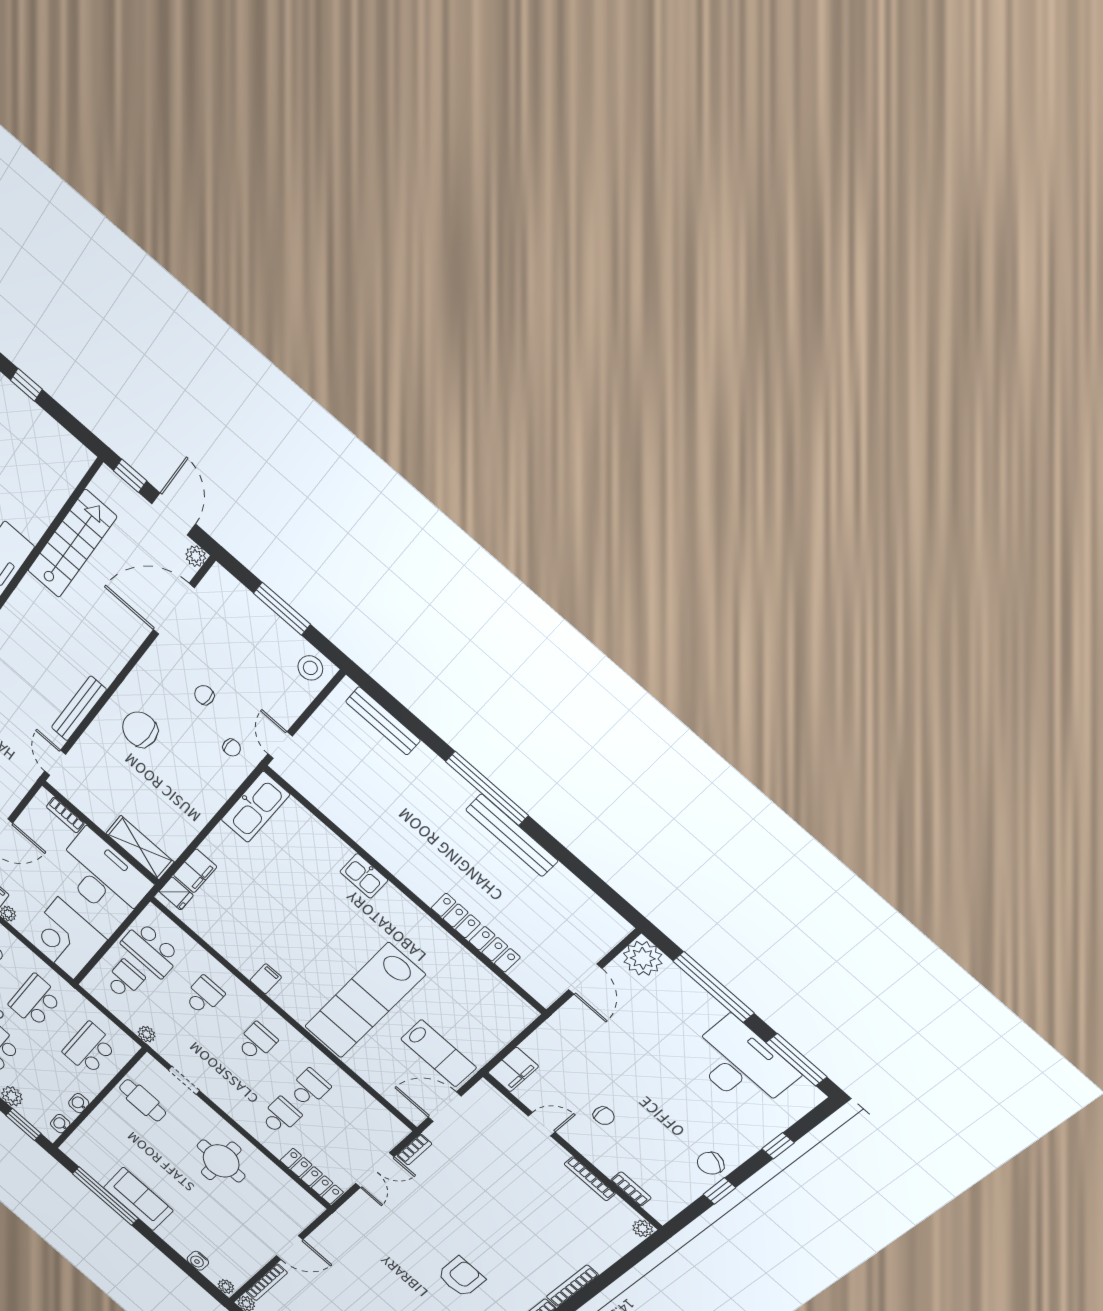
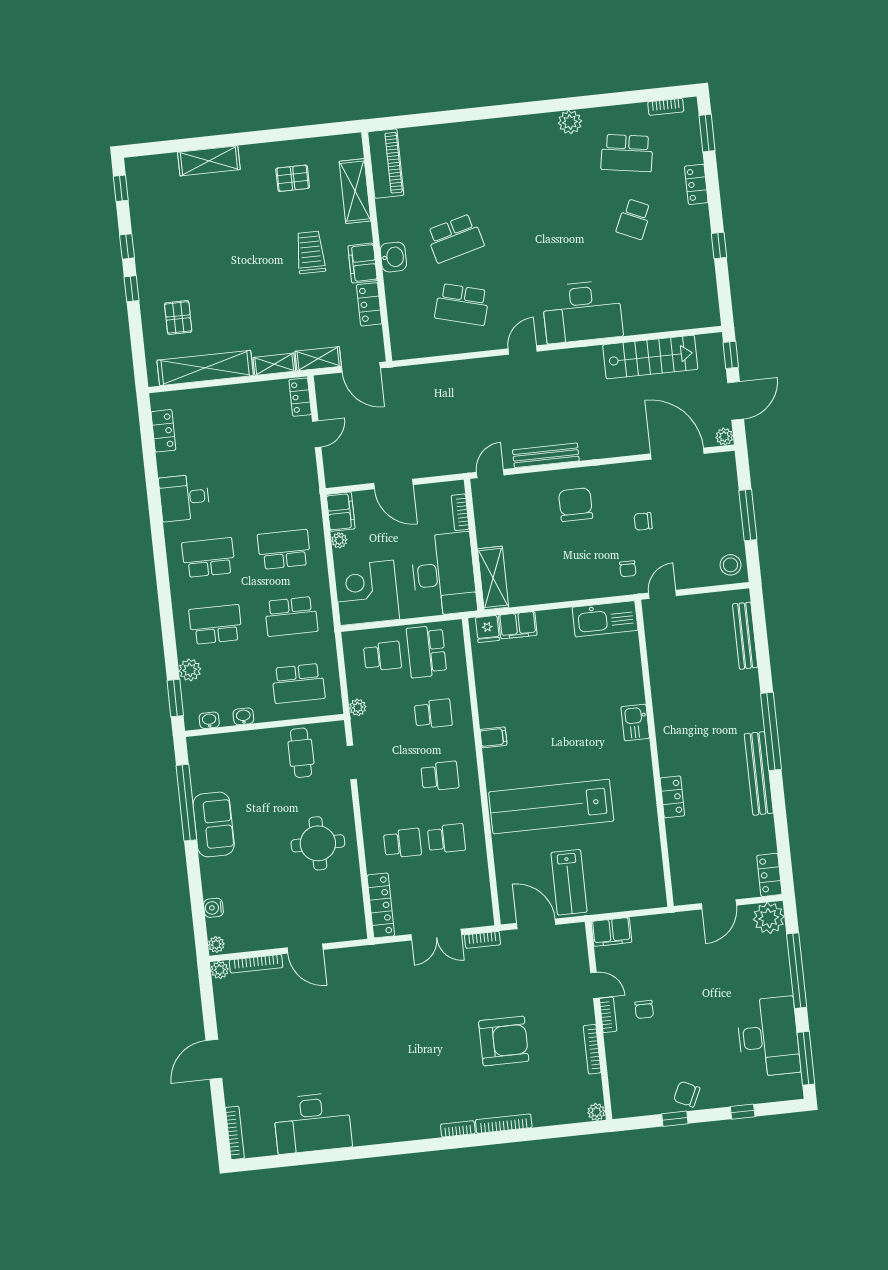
chair: (204, 695) -> (643, 521), turned -90
locker: (495, 949) -> (769, 875), moved, turned 180
school desk: (35, 1001) -> (291, 616), turned 180
school desk: (89, 1048) -> (298, 683), turned 180
bookcase: (631, 1189) -> (608, 1015), moved
armchair: (461, 1277) -> (504, 1041), moved, width x1.36, depth x1.36

